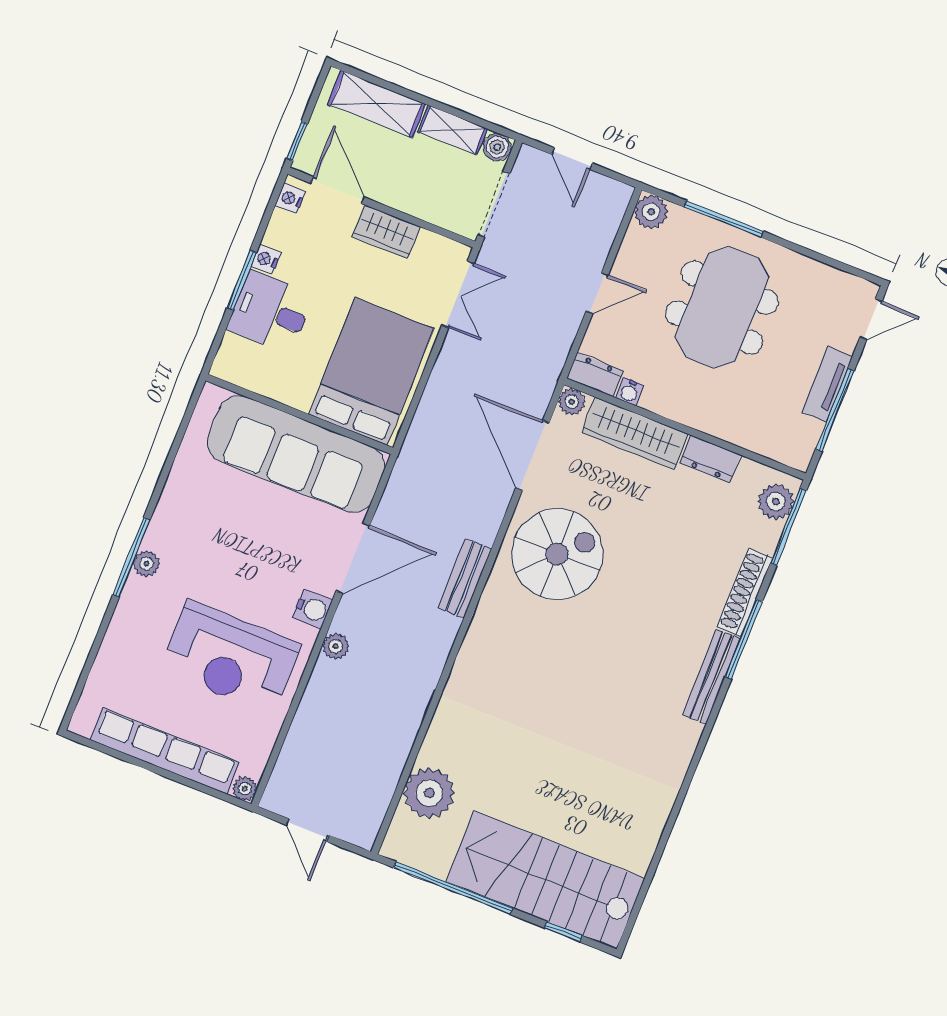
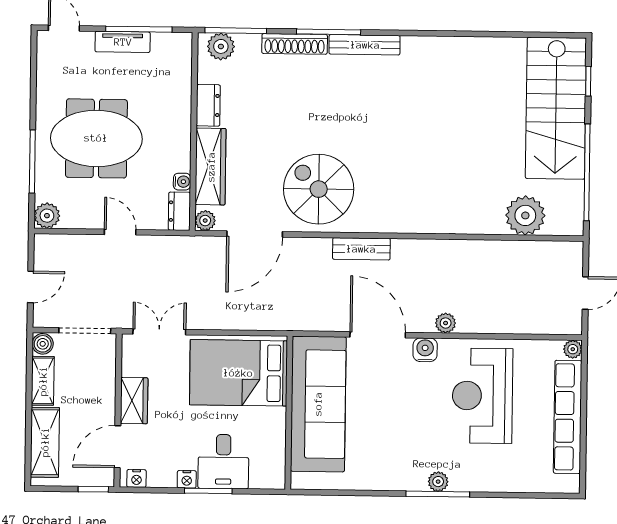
reception desk: (230, 657) -> (482, 396), turned 180

